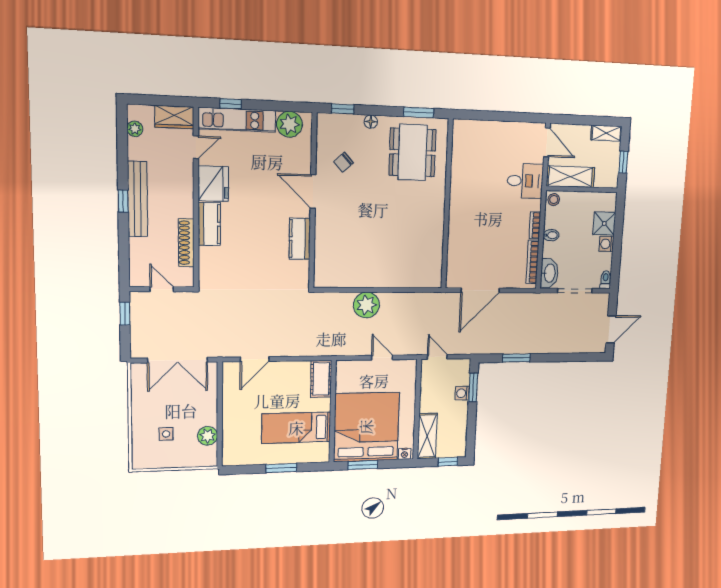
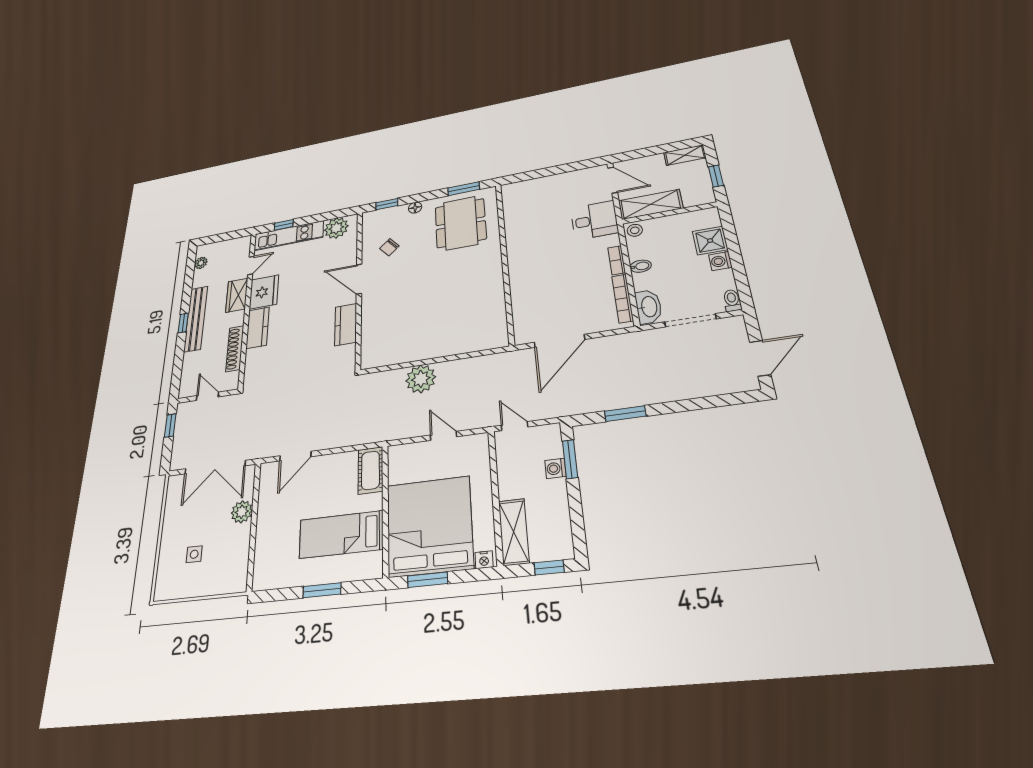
wardrobe: (174, 117) -> (237, 295), moved, turned 90
plant: (208, 436) -> (242, 512), moved

